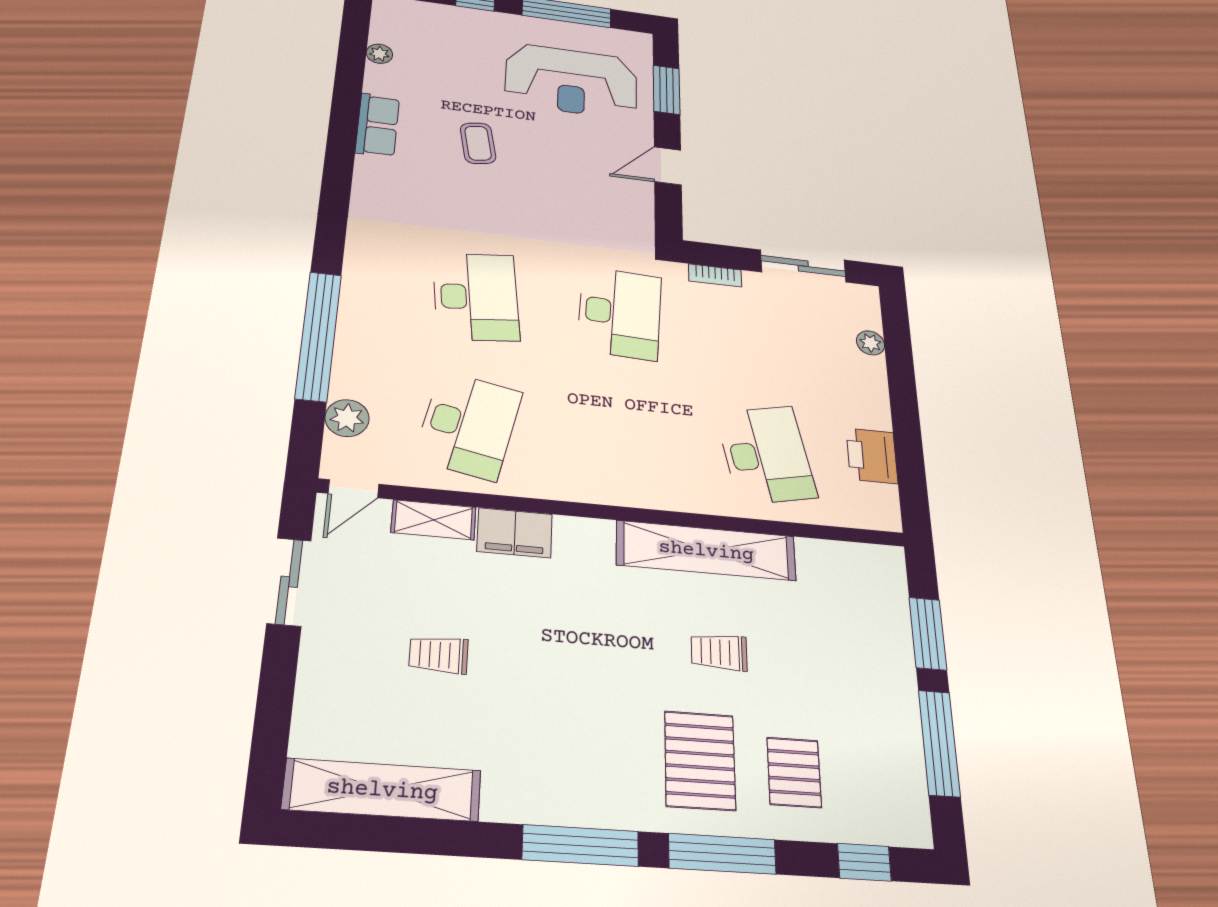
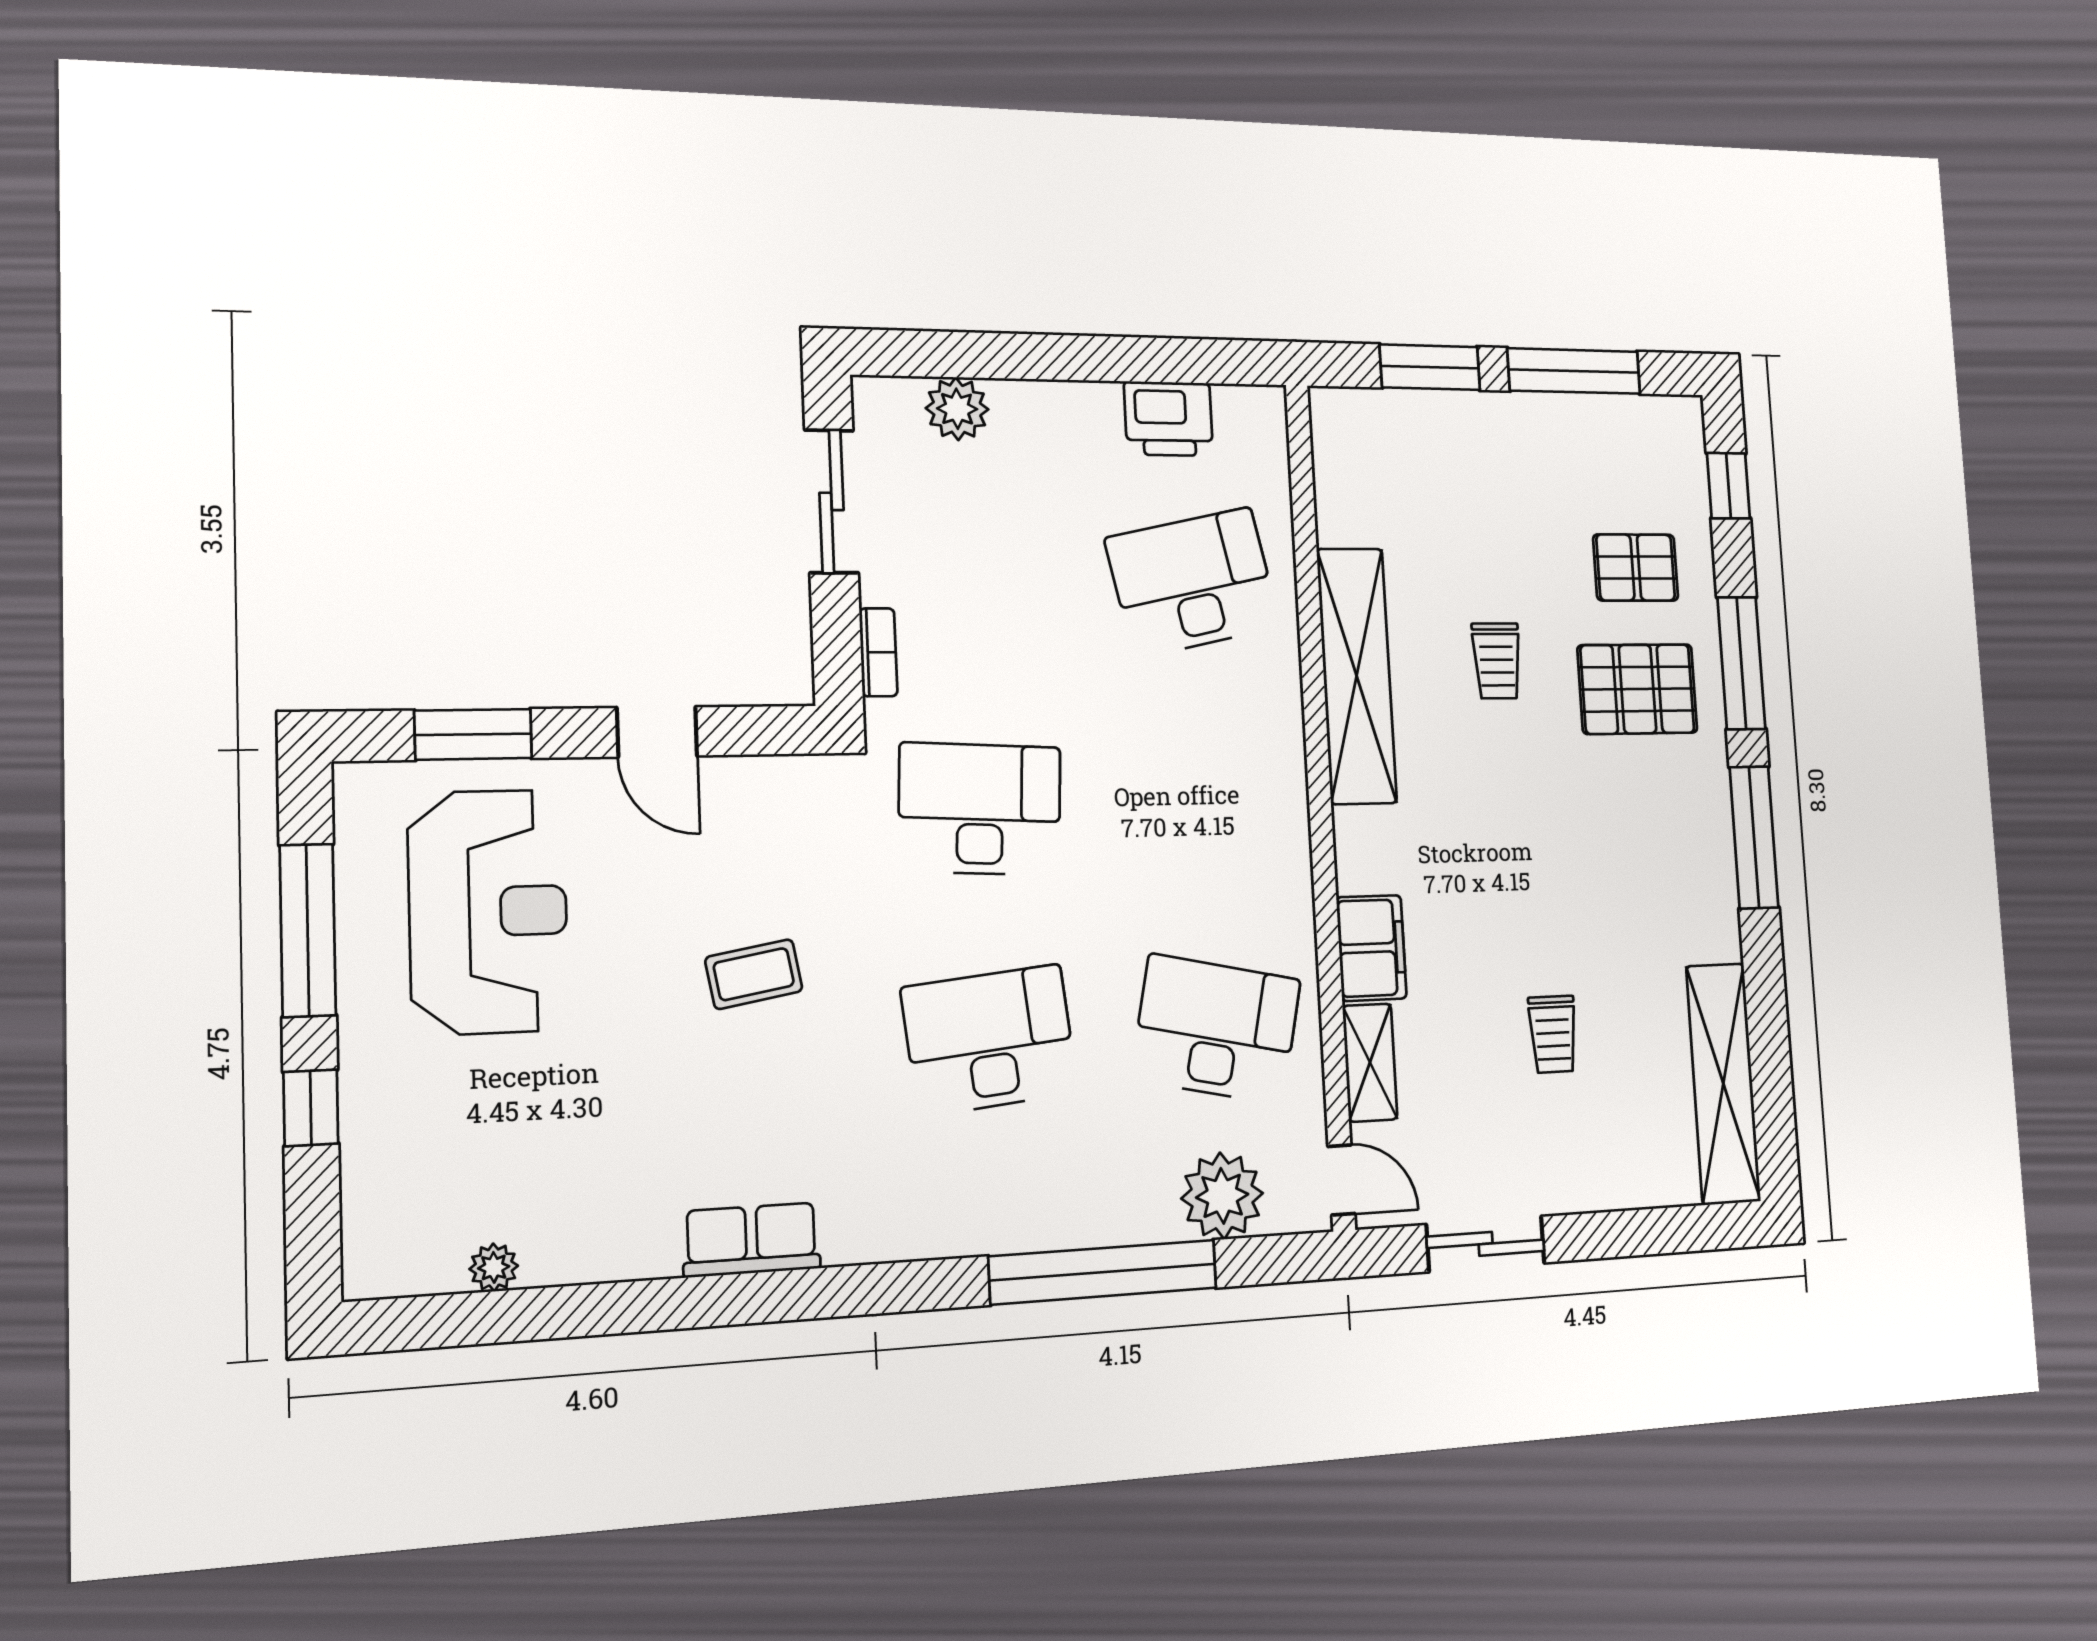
row of seats: (377, 125) -> (751, 1240), moved
coffee table: (478, 143) -> (754, 974), moved
plant: (870, 343) -> (957, 409), width x1.38, depth x1.38
plant: (347, 418) -> (1222, 1196), width x1.36, depth x1.36

